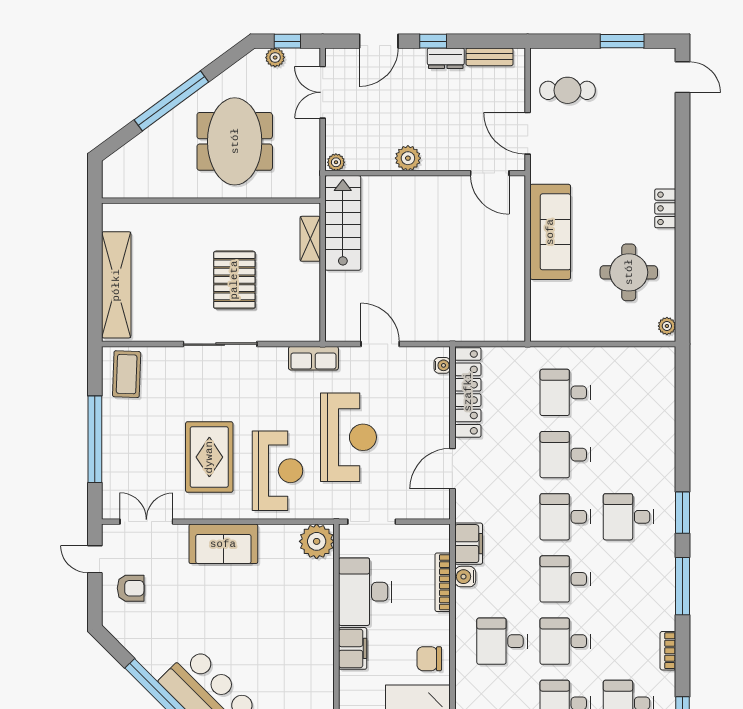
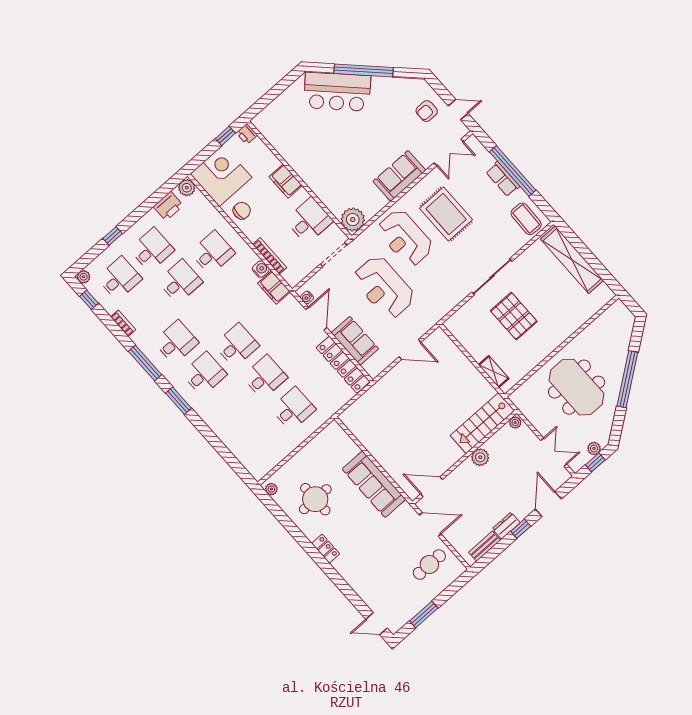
stairs: (343, 223) -> (482, 423), moved, turned 90
row of seats: (313, 358) -> (503, 179), moved, turned -90
water cooler: (442, 365) -> (307, 297), moved
sofa: (432, 407) -> (355, 341), added
desk: (565, 579) -> (176, 342), moved
desk: (365, 592) -> (309, 221), width x0.73

